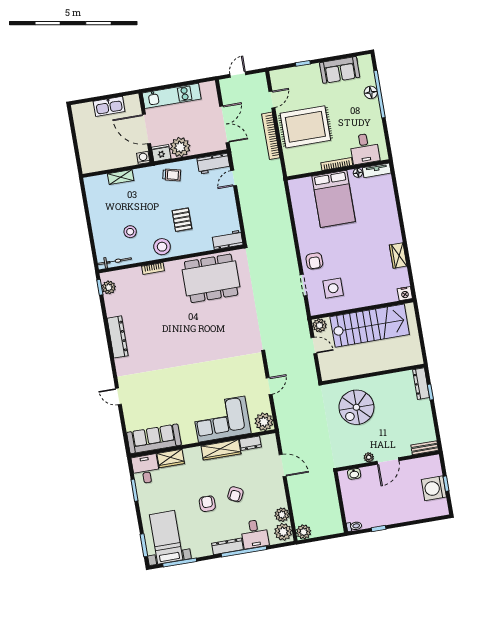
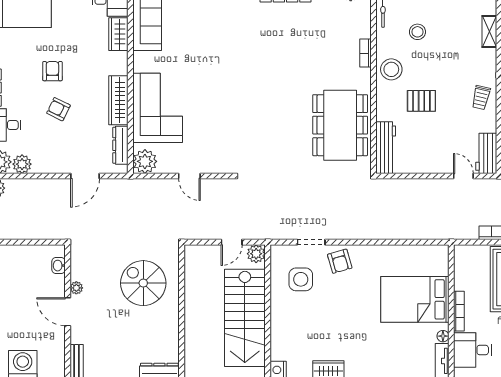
workbench: (227, 240) -> (386, 148), width x1.37
armchair: (314, 261) -> (340, 261), turned -106
dresser: (250, 443) -> (120, 145), width x1.44
armchair: (207, 504) -> (52, 71), turned -90

